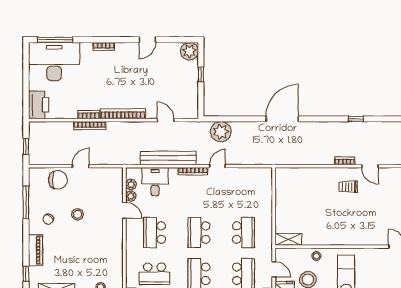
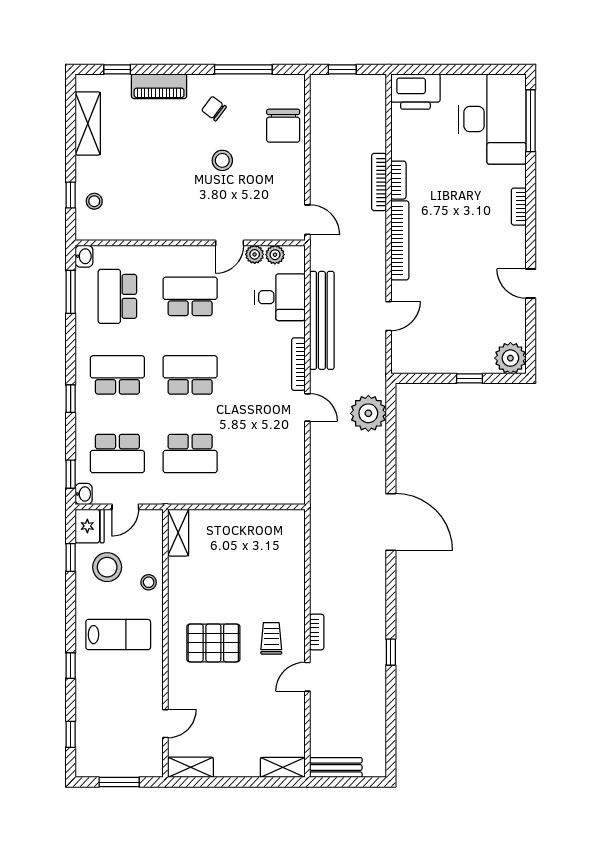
door: (81, 166) -> (307, 220), moved
pallet: (351, 219) -> (213, 643), added

